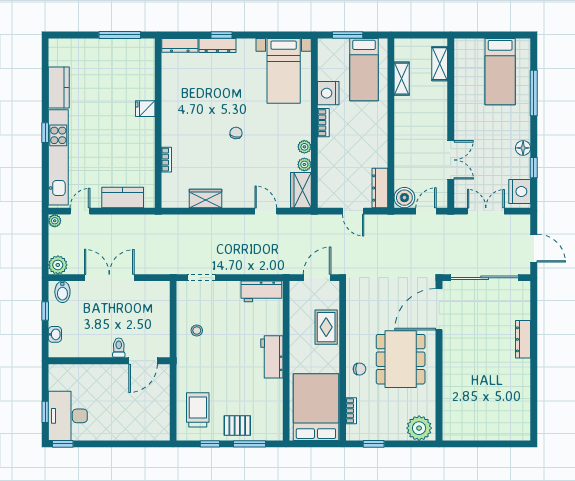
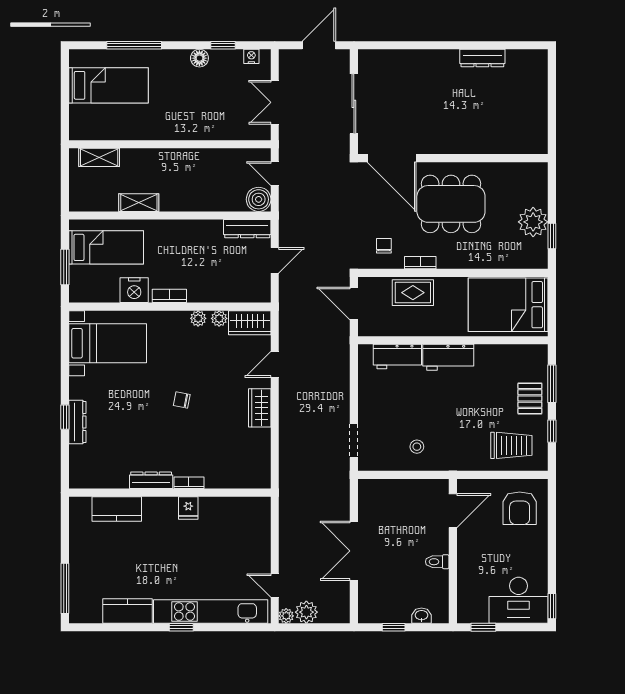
window: (120, 35) -> (65, 588), moved
dresser: (180, 45) -> (151, 480), moved, turned -90
shelving: (402, 79) -> (139, 203), moved
fridge: (145, 109) -> (188, 508), moved
bookcase: (166, 160) -> (189, 483), moved
double door: (451, 160) -> (214, 144), removed
nightstand: (520, 192) -> (251, 56), width x0.53, depth x0.56
kitchen counter: (123, 197) -> (117, 509), moved, turned -90
wardrobe: (205, 198) -> (260, 408), moved
plant: (58, 265) -> (306, 612), moved
sliding door: (485, 278) -> (354, 104), width x0.73
workbench: (261, 291) -> (397, 357), moved, turned 90
bidet: (62, 292) -> (371, 607), removed
dresser: (523, 339) -> (482, 58), moved
toilet: (119, 348) -> (437, 562), moved
door: (143, 361) -> (453, 511), hinge flipped
chair: (360, 369) -> (384, 246), moved
trolley: (198, 410) -> (511, 445), turned 180
bookcase: (351, 411) -> (420, 263), moved
window: (45, 412) -> (483, 627), moved
armchair: (145, 417) -> (520, 508), added
plant: (419, 428) -> (533, 222), moved

